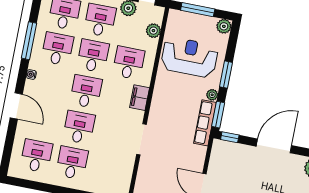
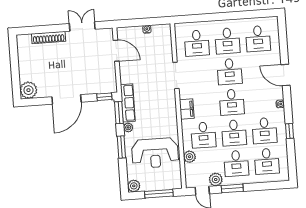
plant: (153, 31) -> (190, 157), moved
window: (29, 41) -> (289, 131), width x0.46
desk: (108, 170) -> (197, 43), added

